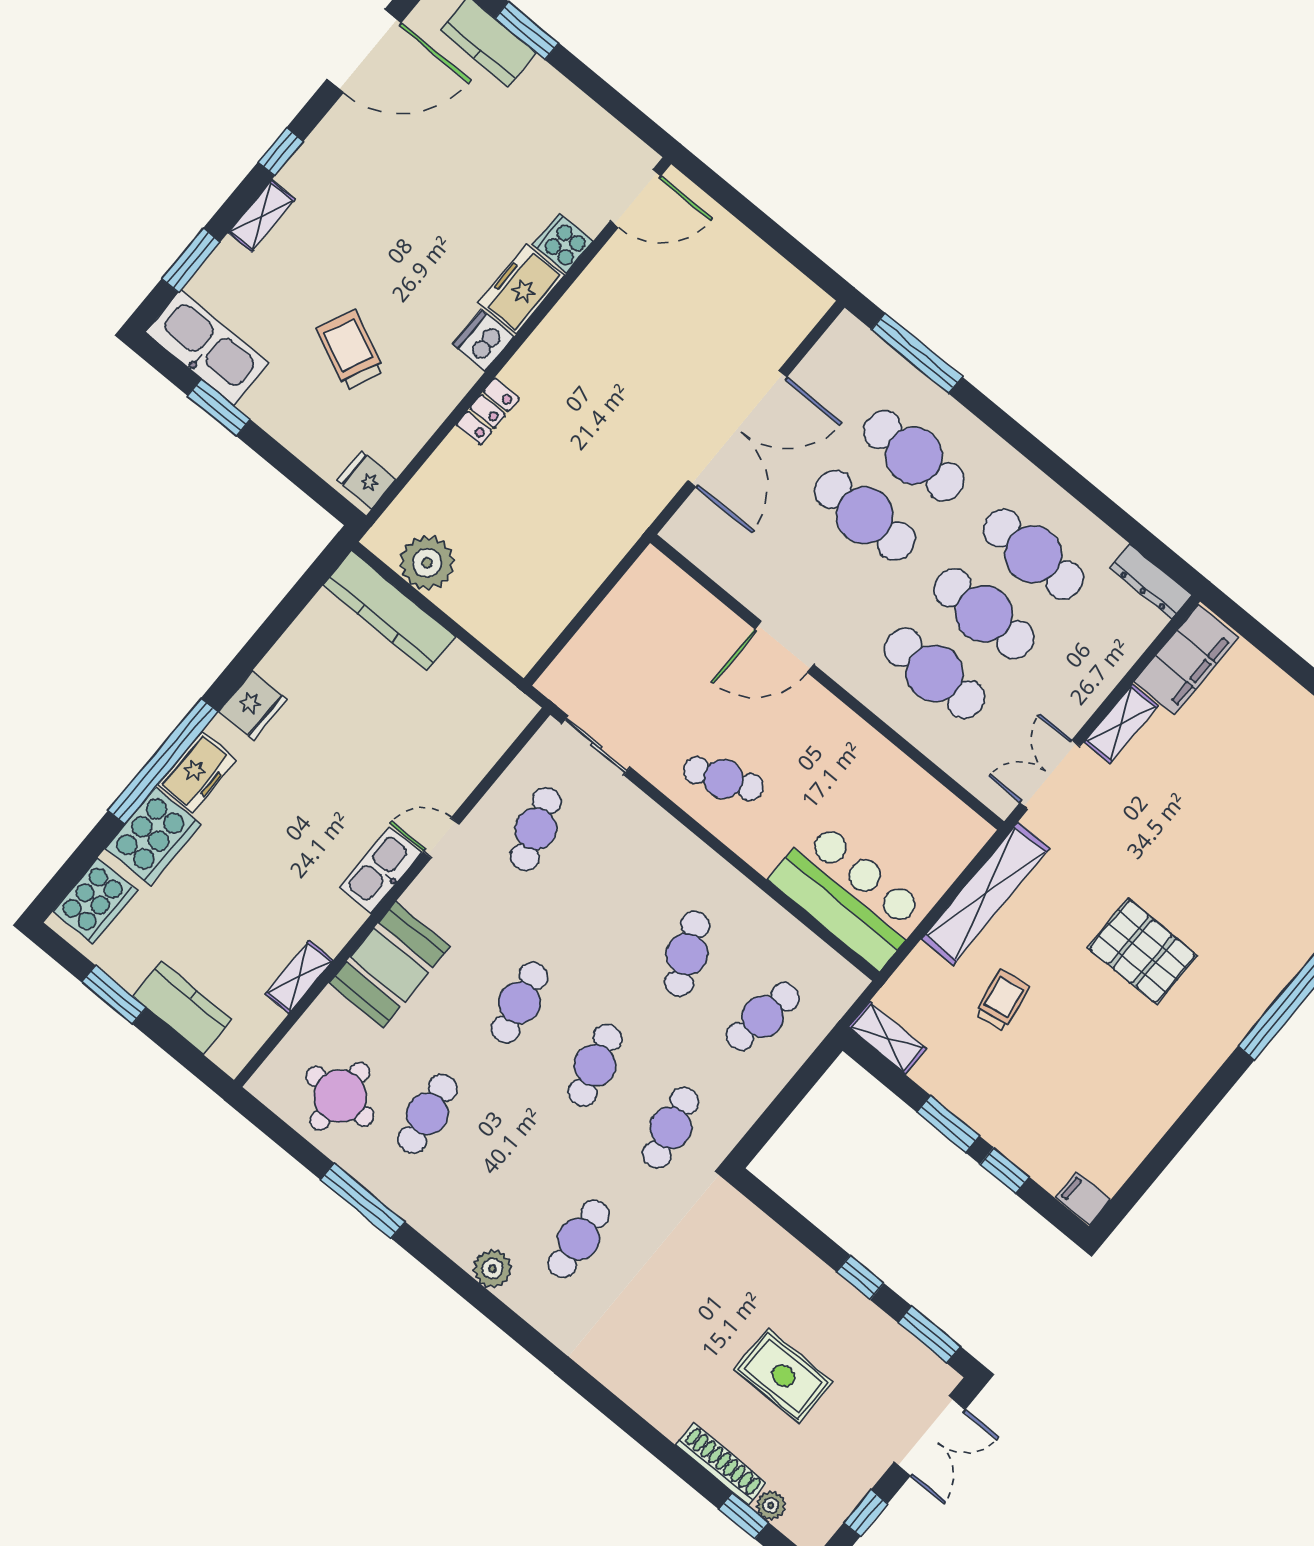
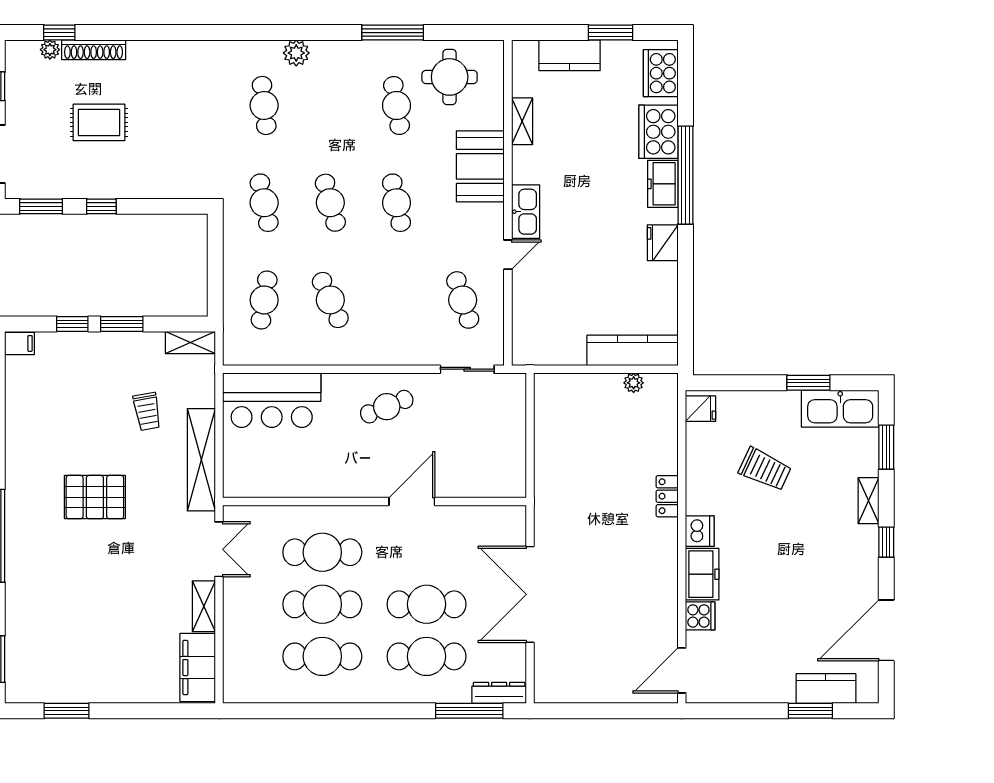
plant: (427, 563) -> (634, 383), width x0.53, depth x0.53
dresser: (1151, 581) -> (499, 693), moved

